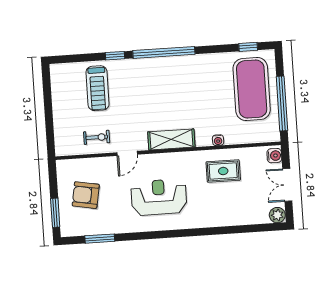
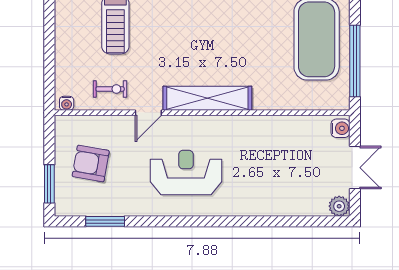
shelving: (171, 139) -> (207, 98), width x1.47
water cooler: (218, 140) -> (67, 103), moved
rug: (223, 171) -> (272, 144), removed
double door: (287, 185) -> (355, 168), swing flipped

